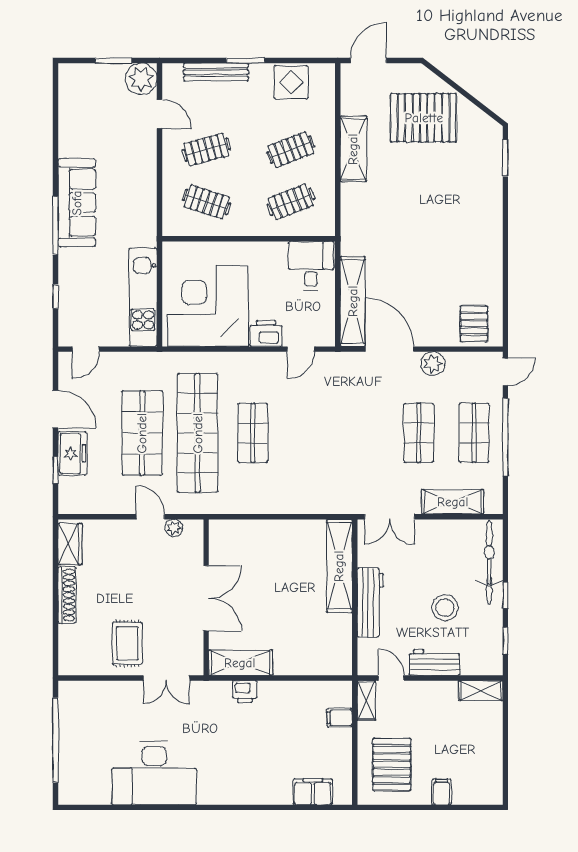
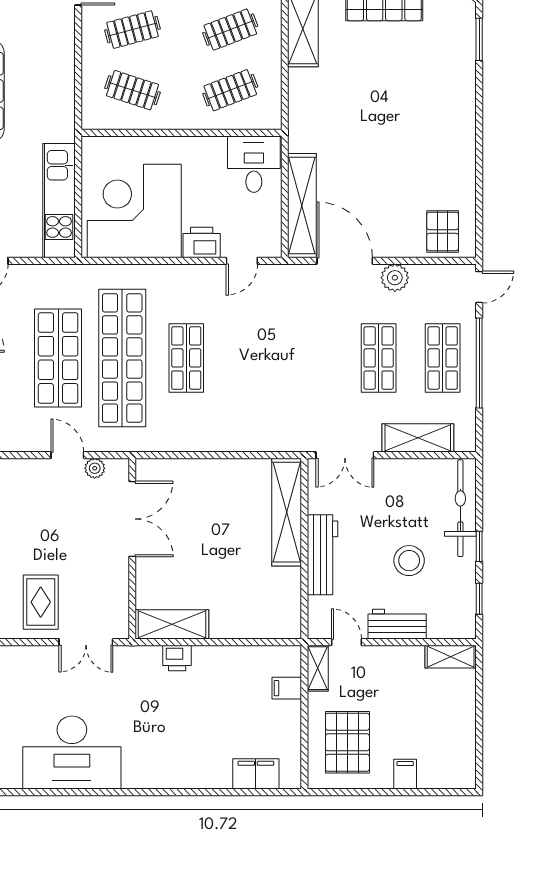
double door: (206, 598) -> (132, 519), moved

